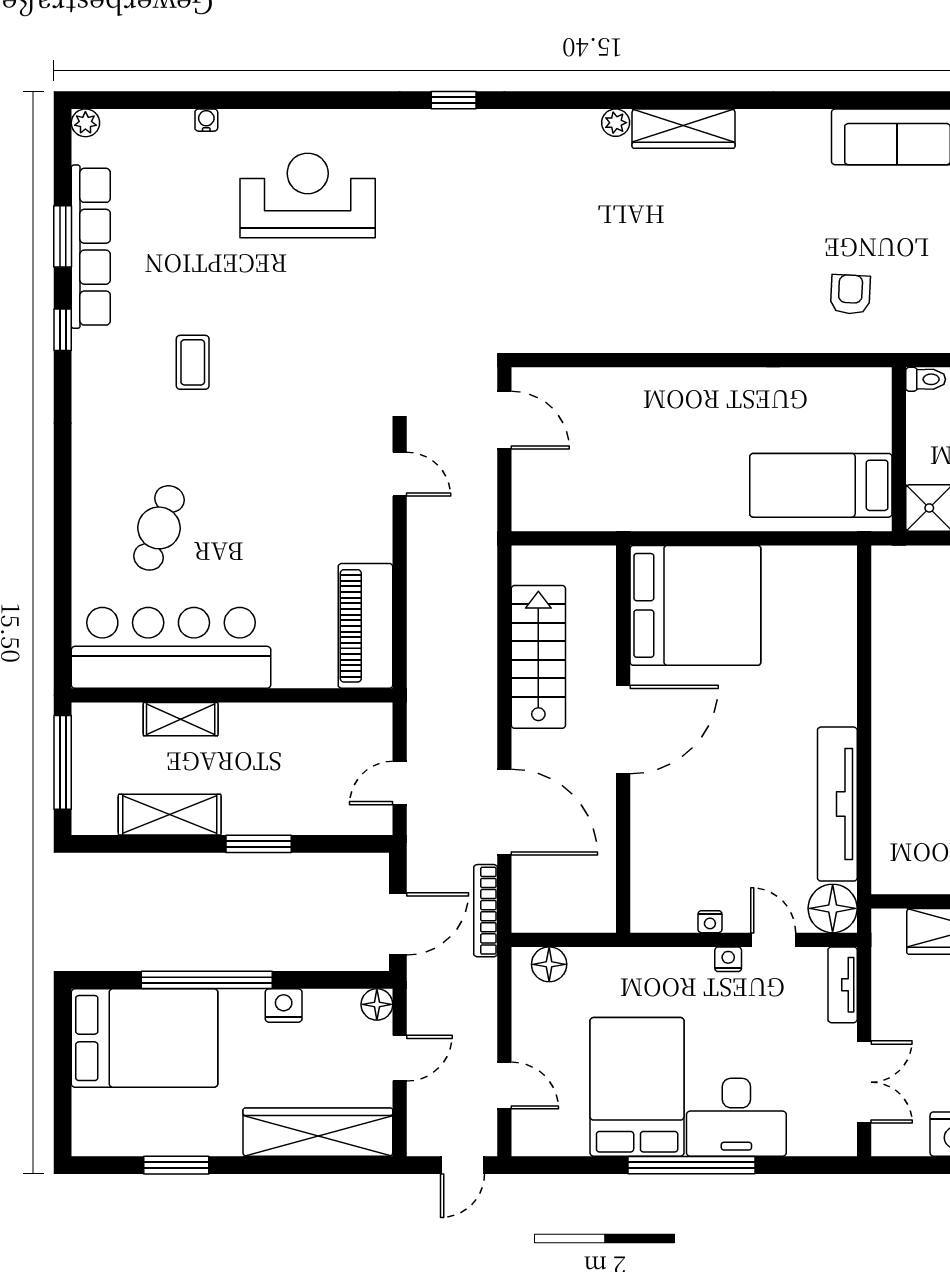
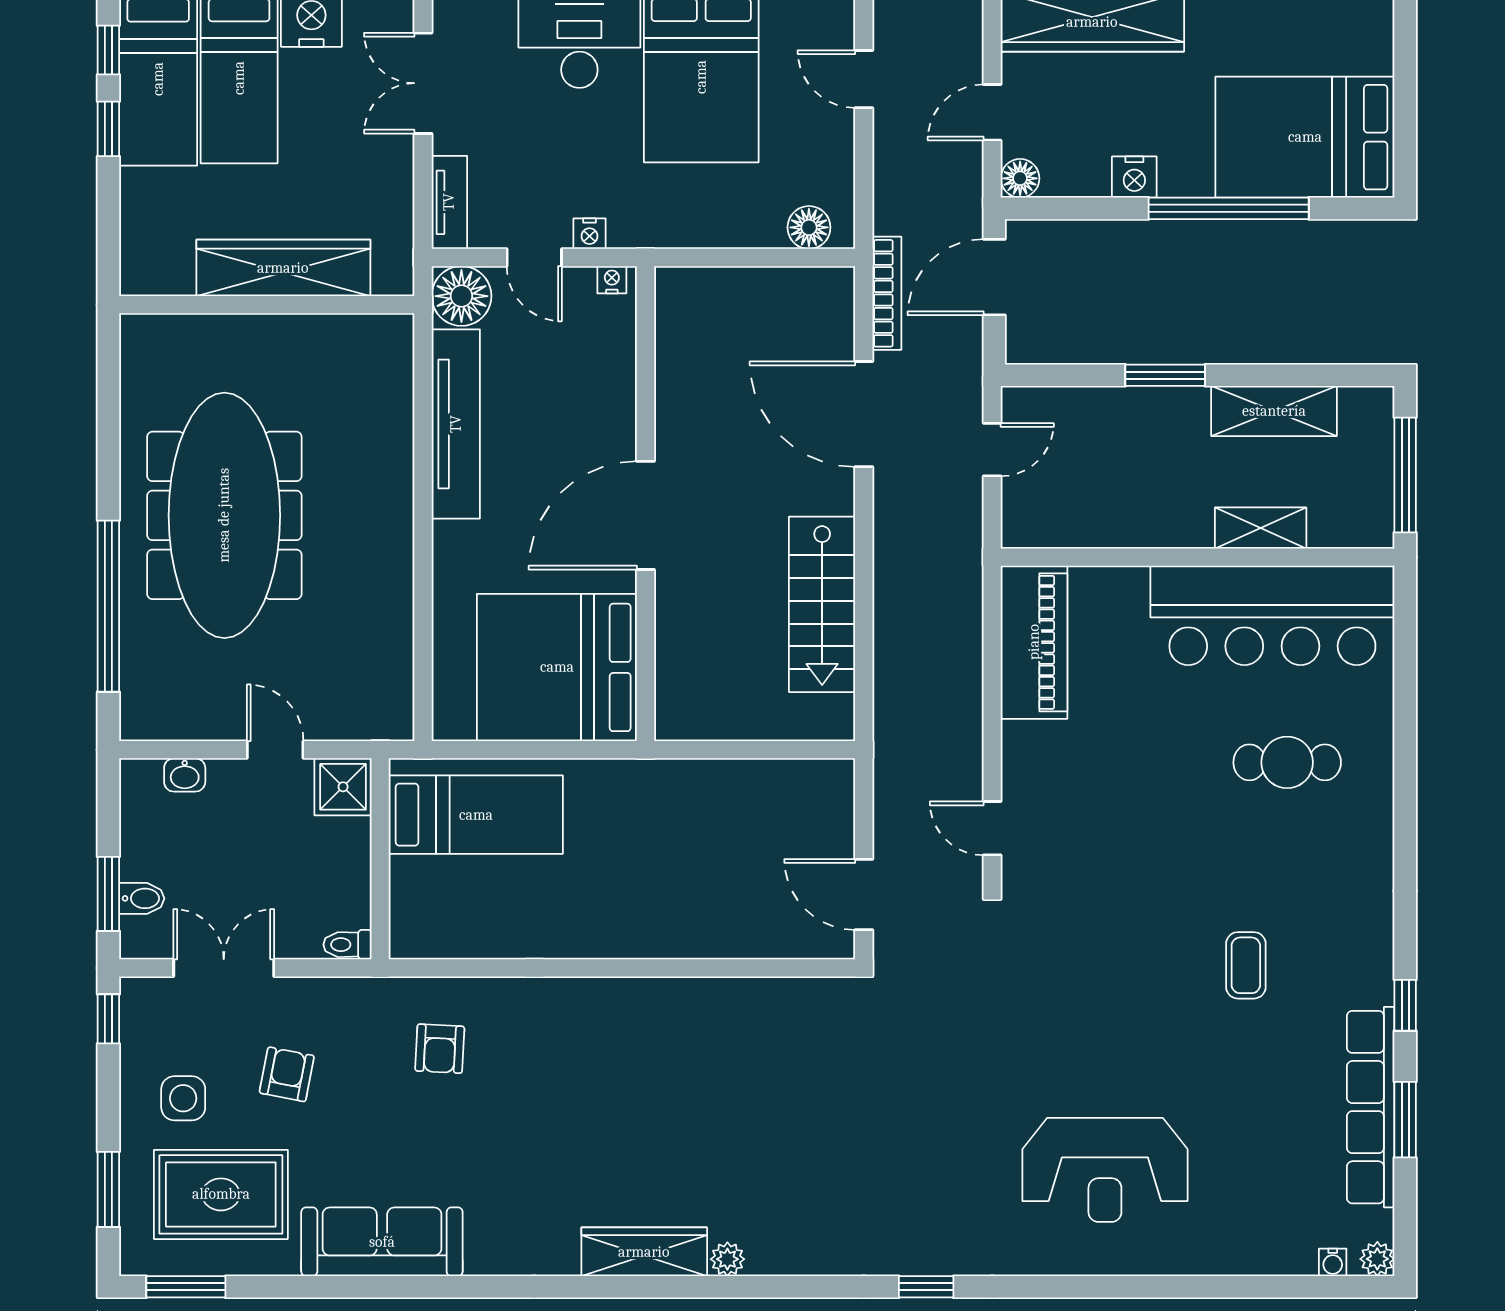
water cooler: (206, 120) -> (1333, 1262), moved
cafe table: (159, 528) -> (1287, 762), turned 70
bed: (695, 605) -> (557, 667), moved
door: (623, 729) -> (646, 515), moved
wall: (623, 739) -> (646, 504), moved

